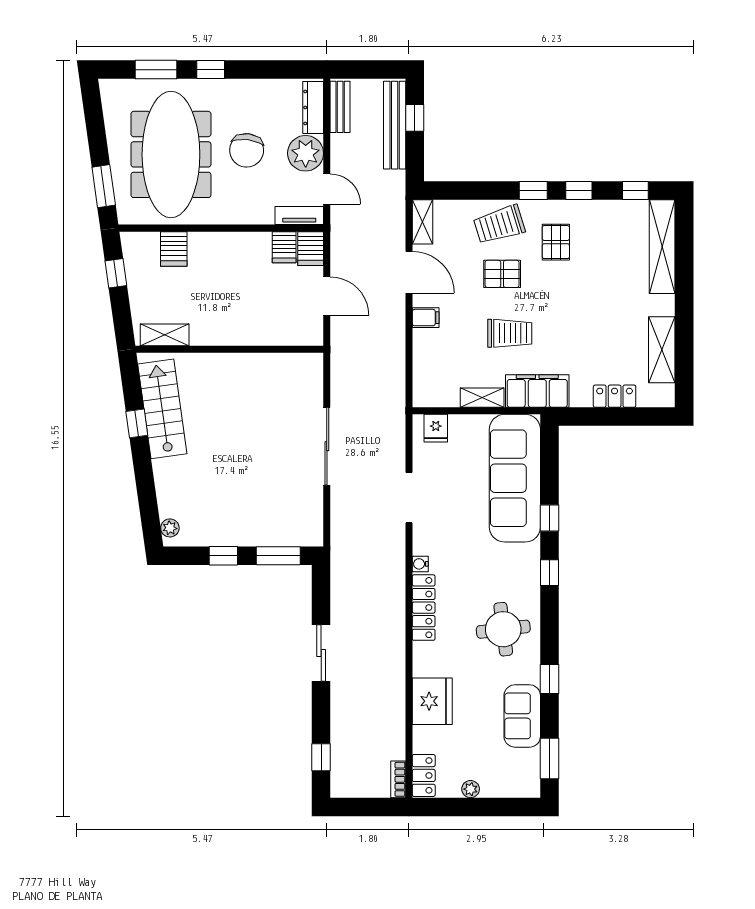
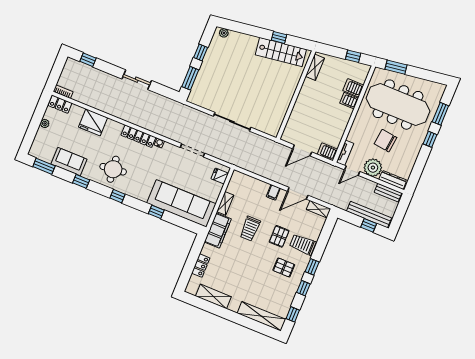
trolley: (499, 224) -> (303, 244), turned -73
server rack: (284, 247) -> (349, 101), moved
window: (549, 573) -> (117, 196), moved

